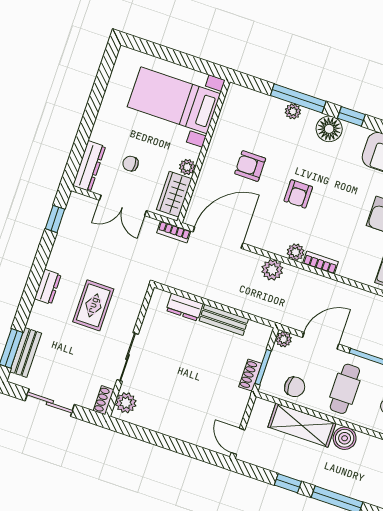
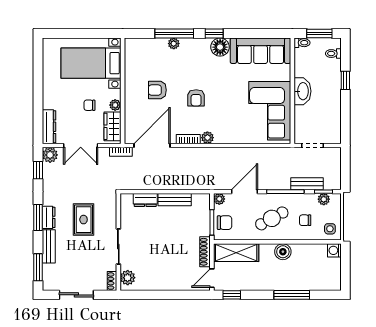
floor lamp: (329, 129) -> (220, 47), moved
chair: (131, 164) -> (89, 105), moved
bookcase: (320, 263) -> (188, 139), moved
plant: (272, 270) -> (50, 155), moved
window: (34, 282) -> (38, 217), added
bench: (26, 352) -> (49, 246), moved
shoe rack: (250, 375) -> (205, 252), moved, width x1.43
chair: (295, 387) -> (225, 223), moved
cafe table: (345, 389) -> (272, 218), turned 61
shelving: (302, 425) -> (236, 253), moved
door: (238, 441) -> (212, 278), hinge flipped
window: (288, 483) -> (232, 295), moved

